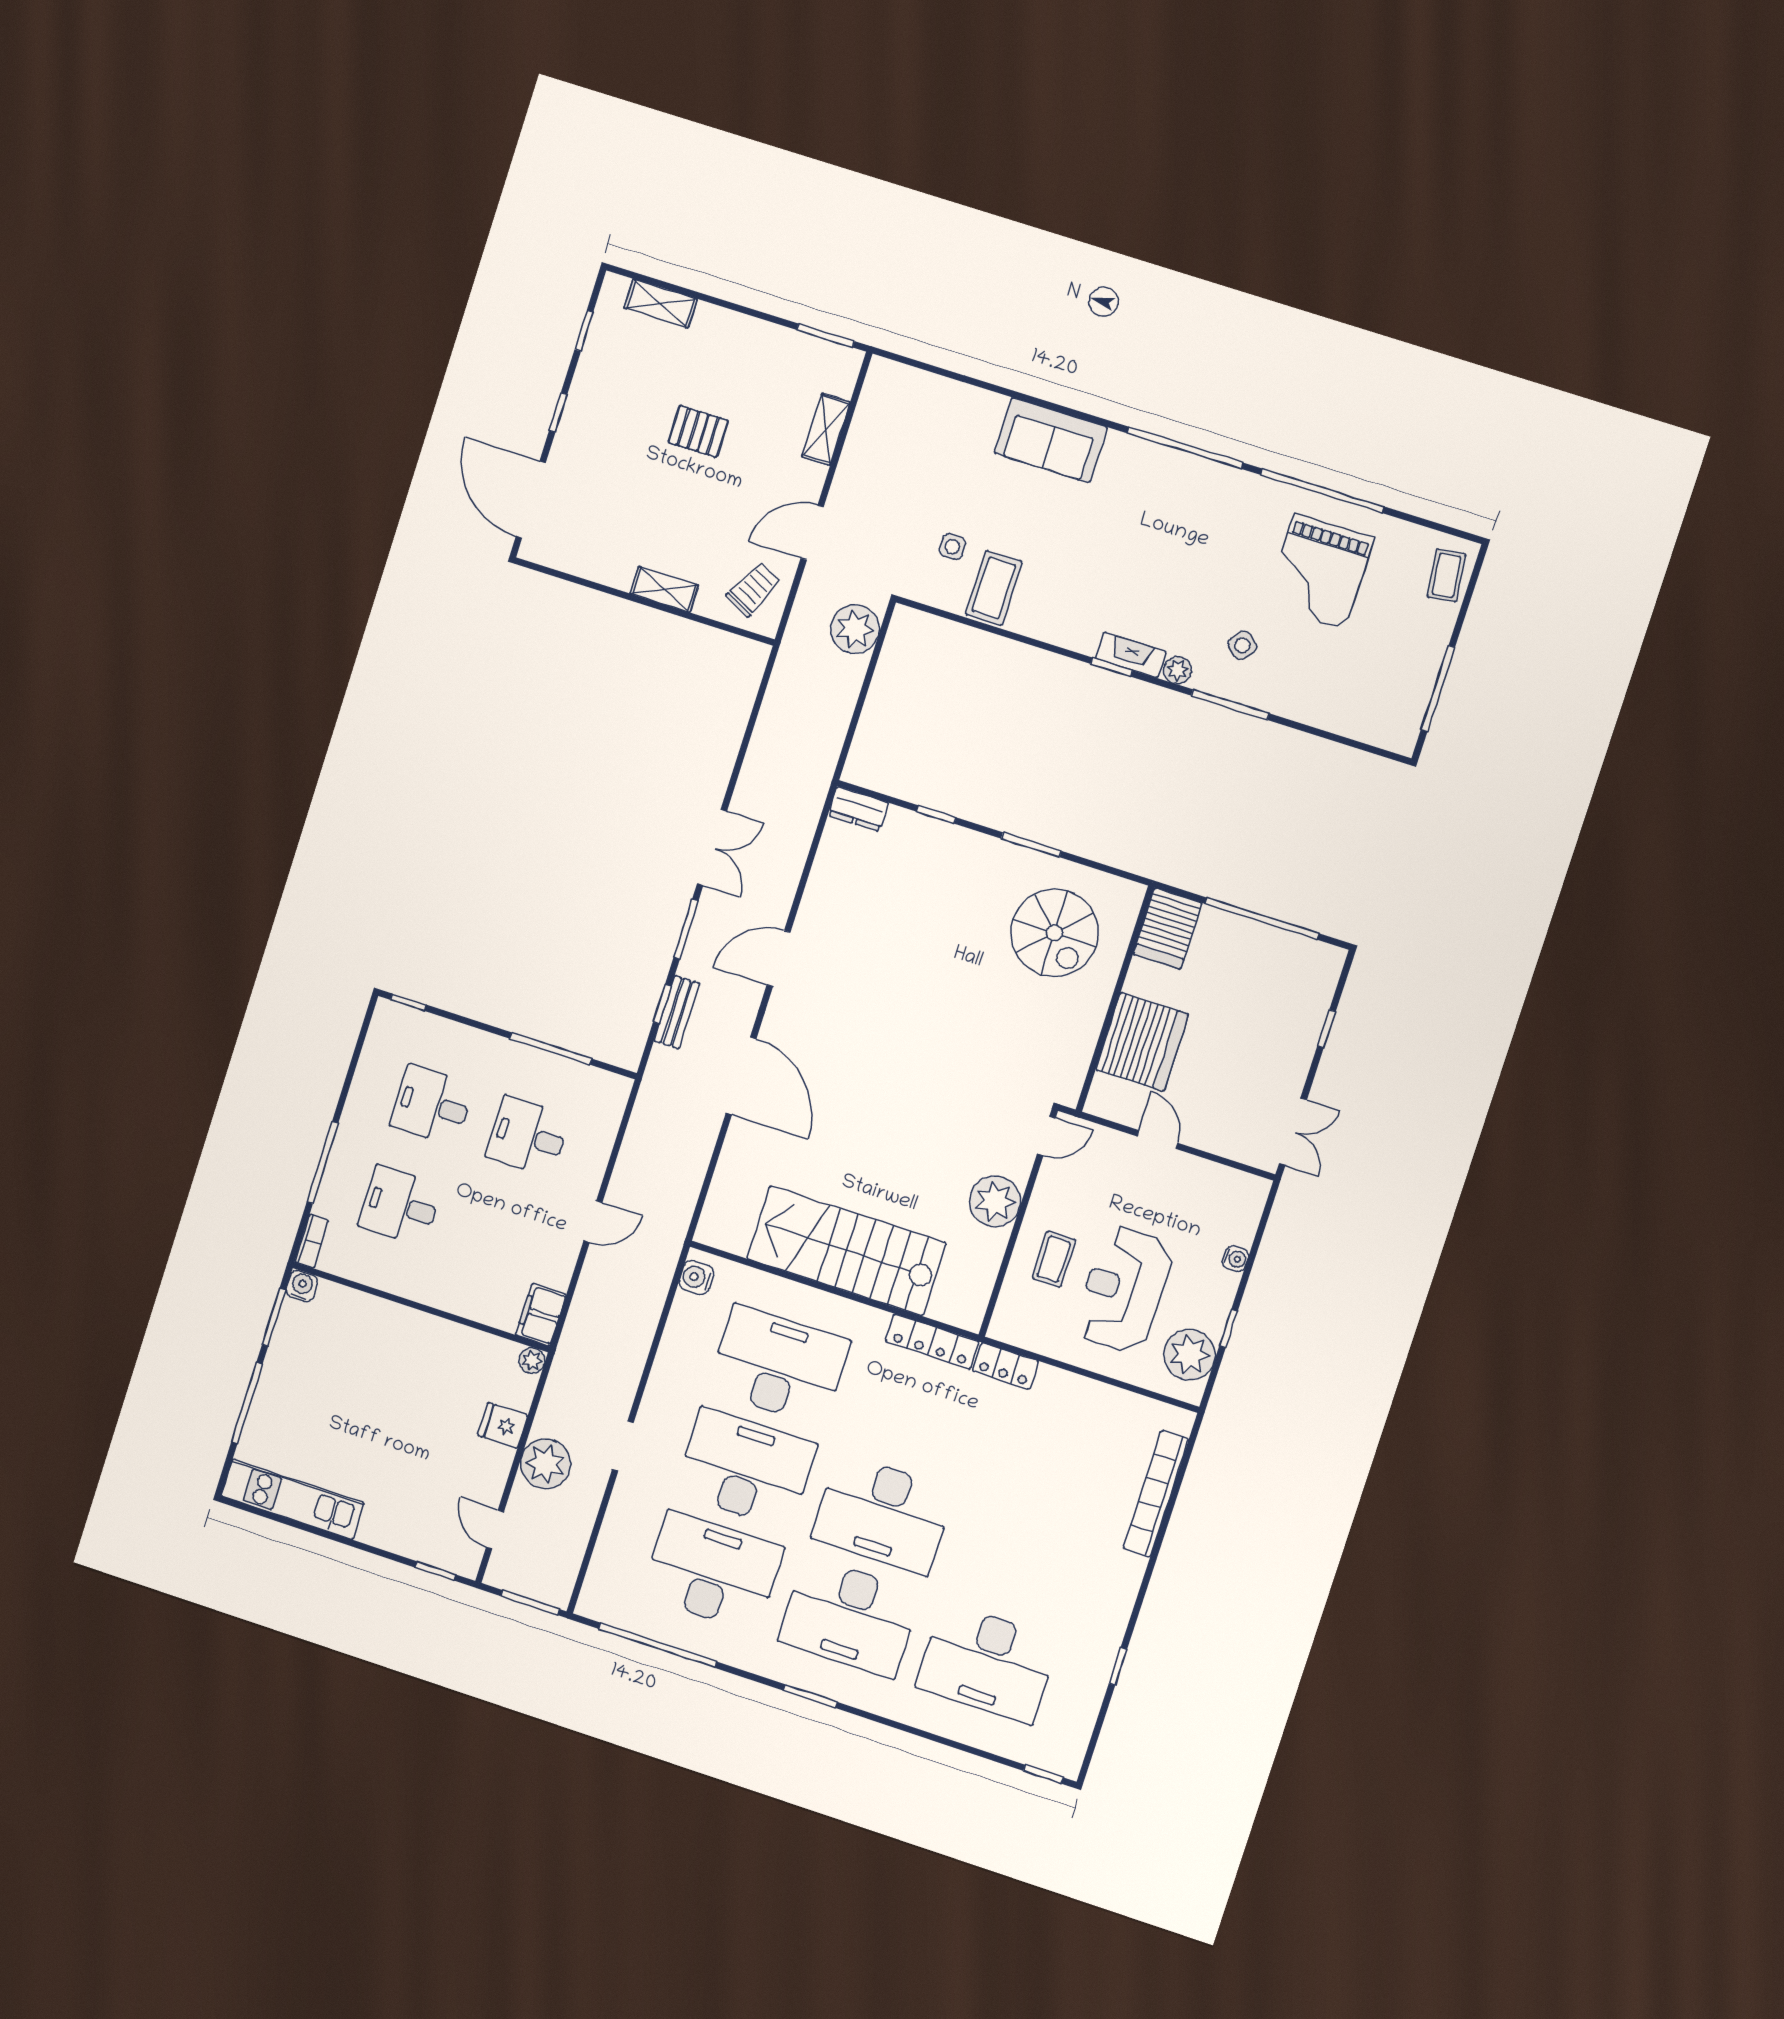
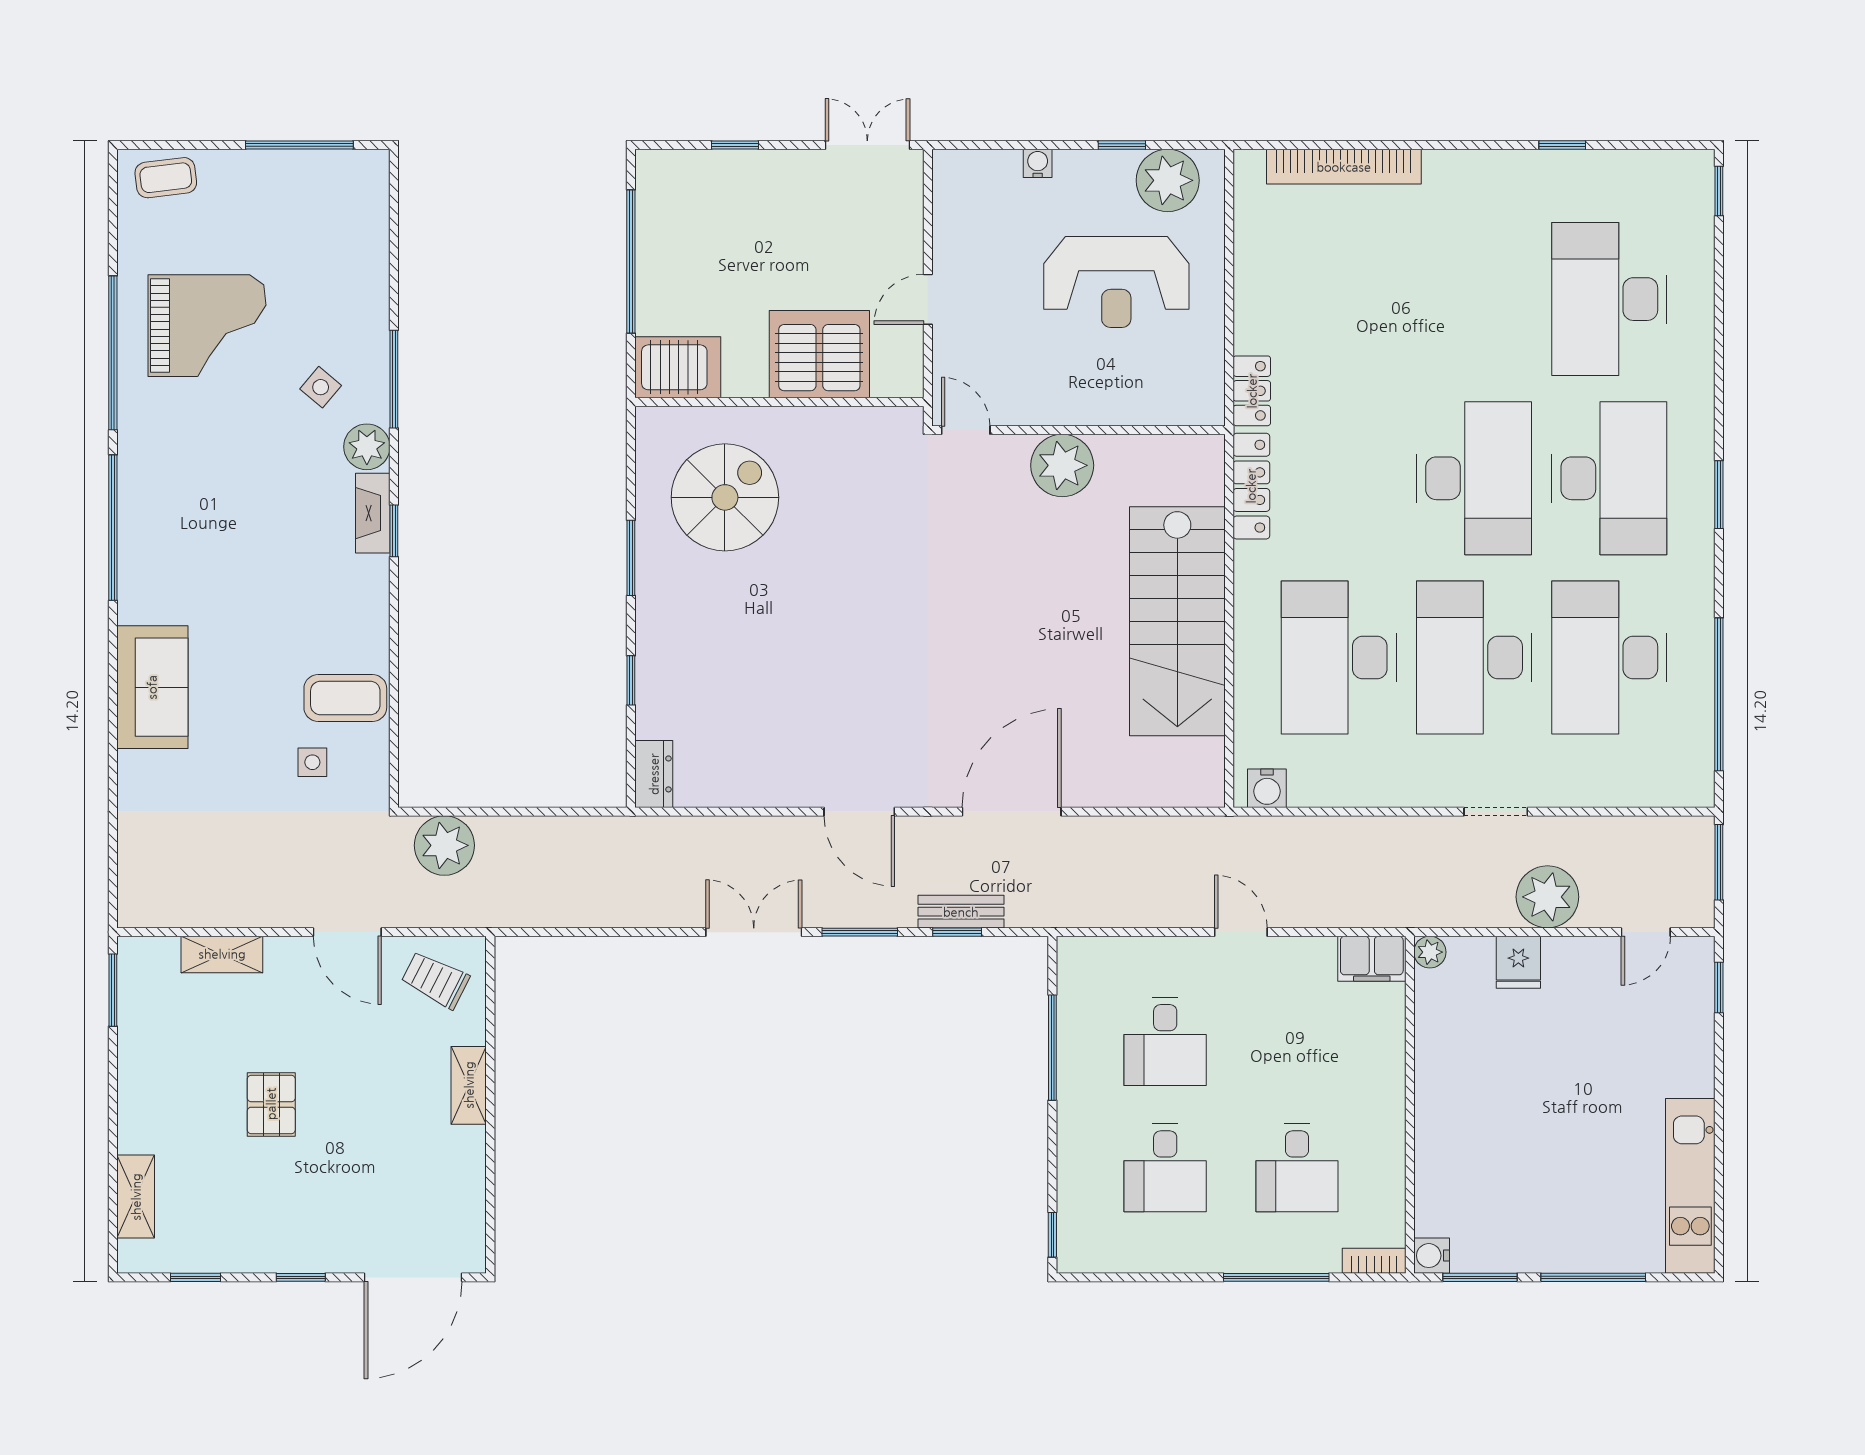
plant: (1178, 670) -> (367, 447), width x1.38, depth x1.38
coffee table: (1054, 1259) -> (1107, 375), removed
desk: (987, 1663) -> (1609, 299), turned 180

